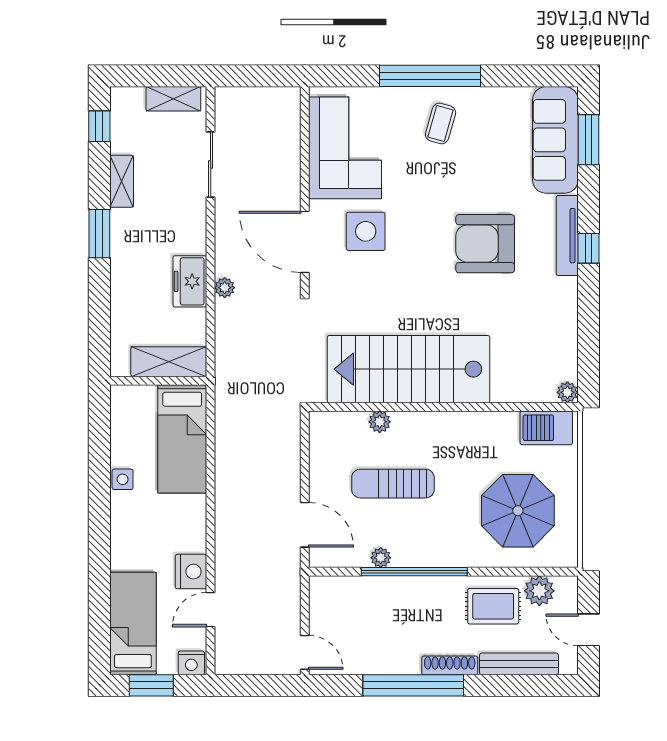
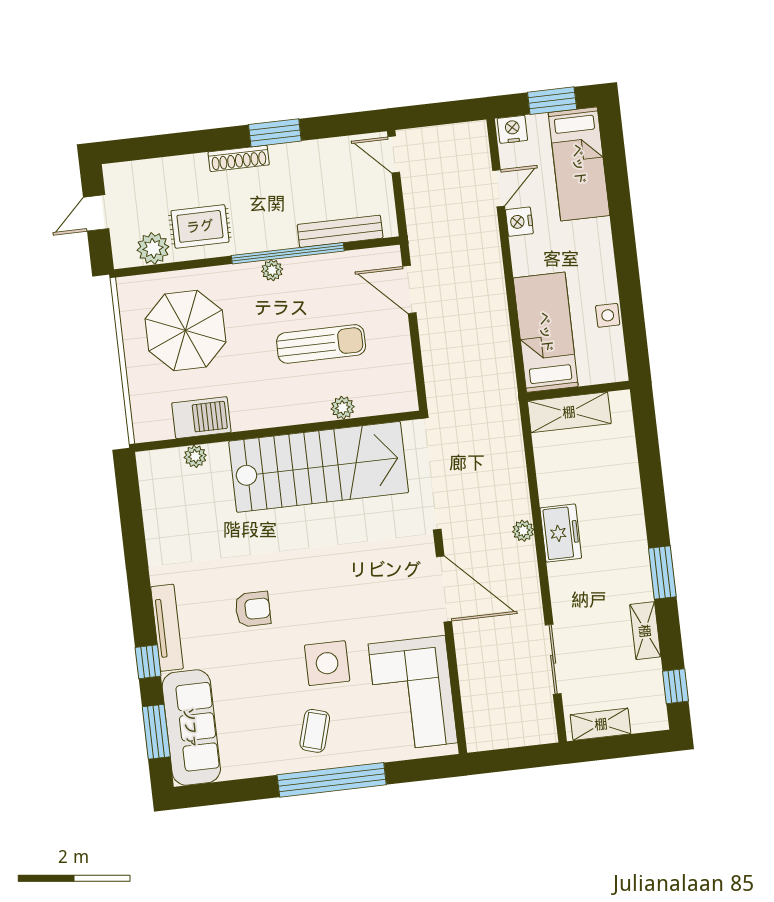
side table: (366, 231) -> (327, 663), moved
armchair: (485, 244) -> (253, 609), width x0.53, depth x0.53
window: (589, 248) -> (148, 662), moved
shelving: (169, 362) -> (569, 412), moved
wall: (158, 381) -> (578, 391), moved
plant: (567, 392) -> (195, 456), moved
barbecue: (546, 428) -> (201, 418), moved
bed: (182, 439) -> (546, 332), moved
plant: (381, 558) -> (272, 270), moved
nightstand: (191, 572) -> (519, 222), width x0.74, depth x0.75
door: (589, 630) -> (96, 213), swing flipped
bench: (519, 664) -> (340, 231), moved
window: (413, 685) -> (275, 133), width x0.47

